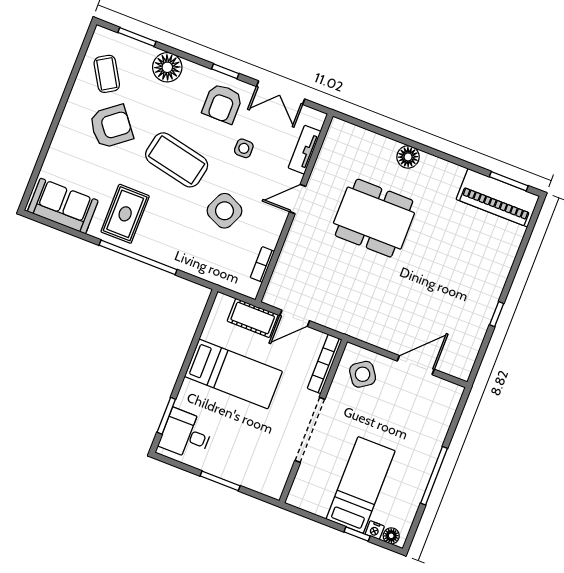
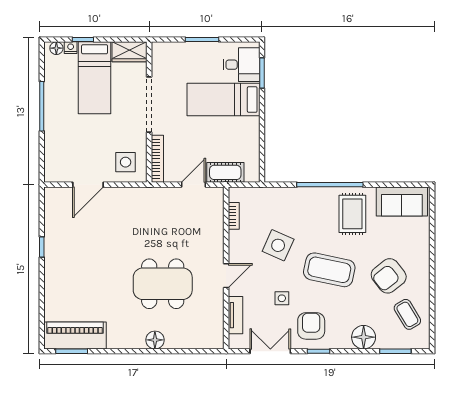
bed: (233, 374) -> (223, 99), moved
side table: (363, 374) -> (126, 162), turned 35
wardrobe: (309, 499) -> (130, 52), added

